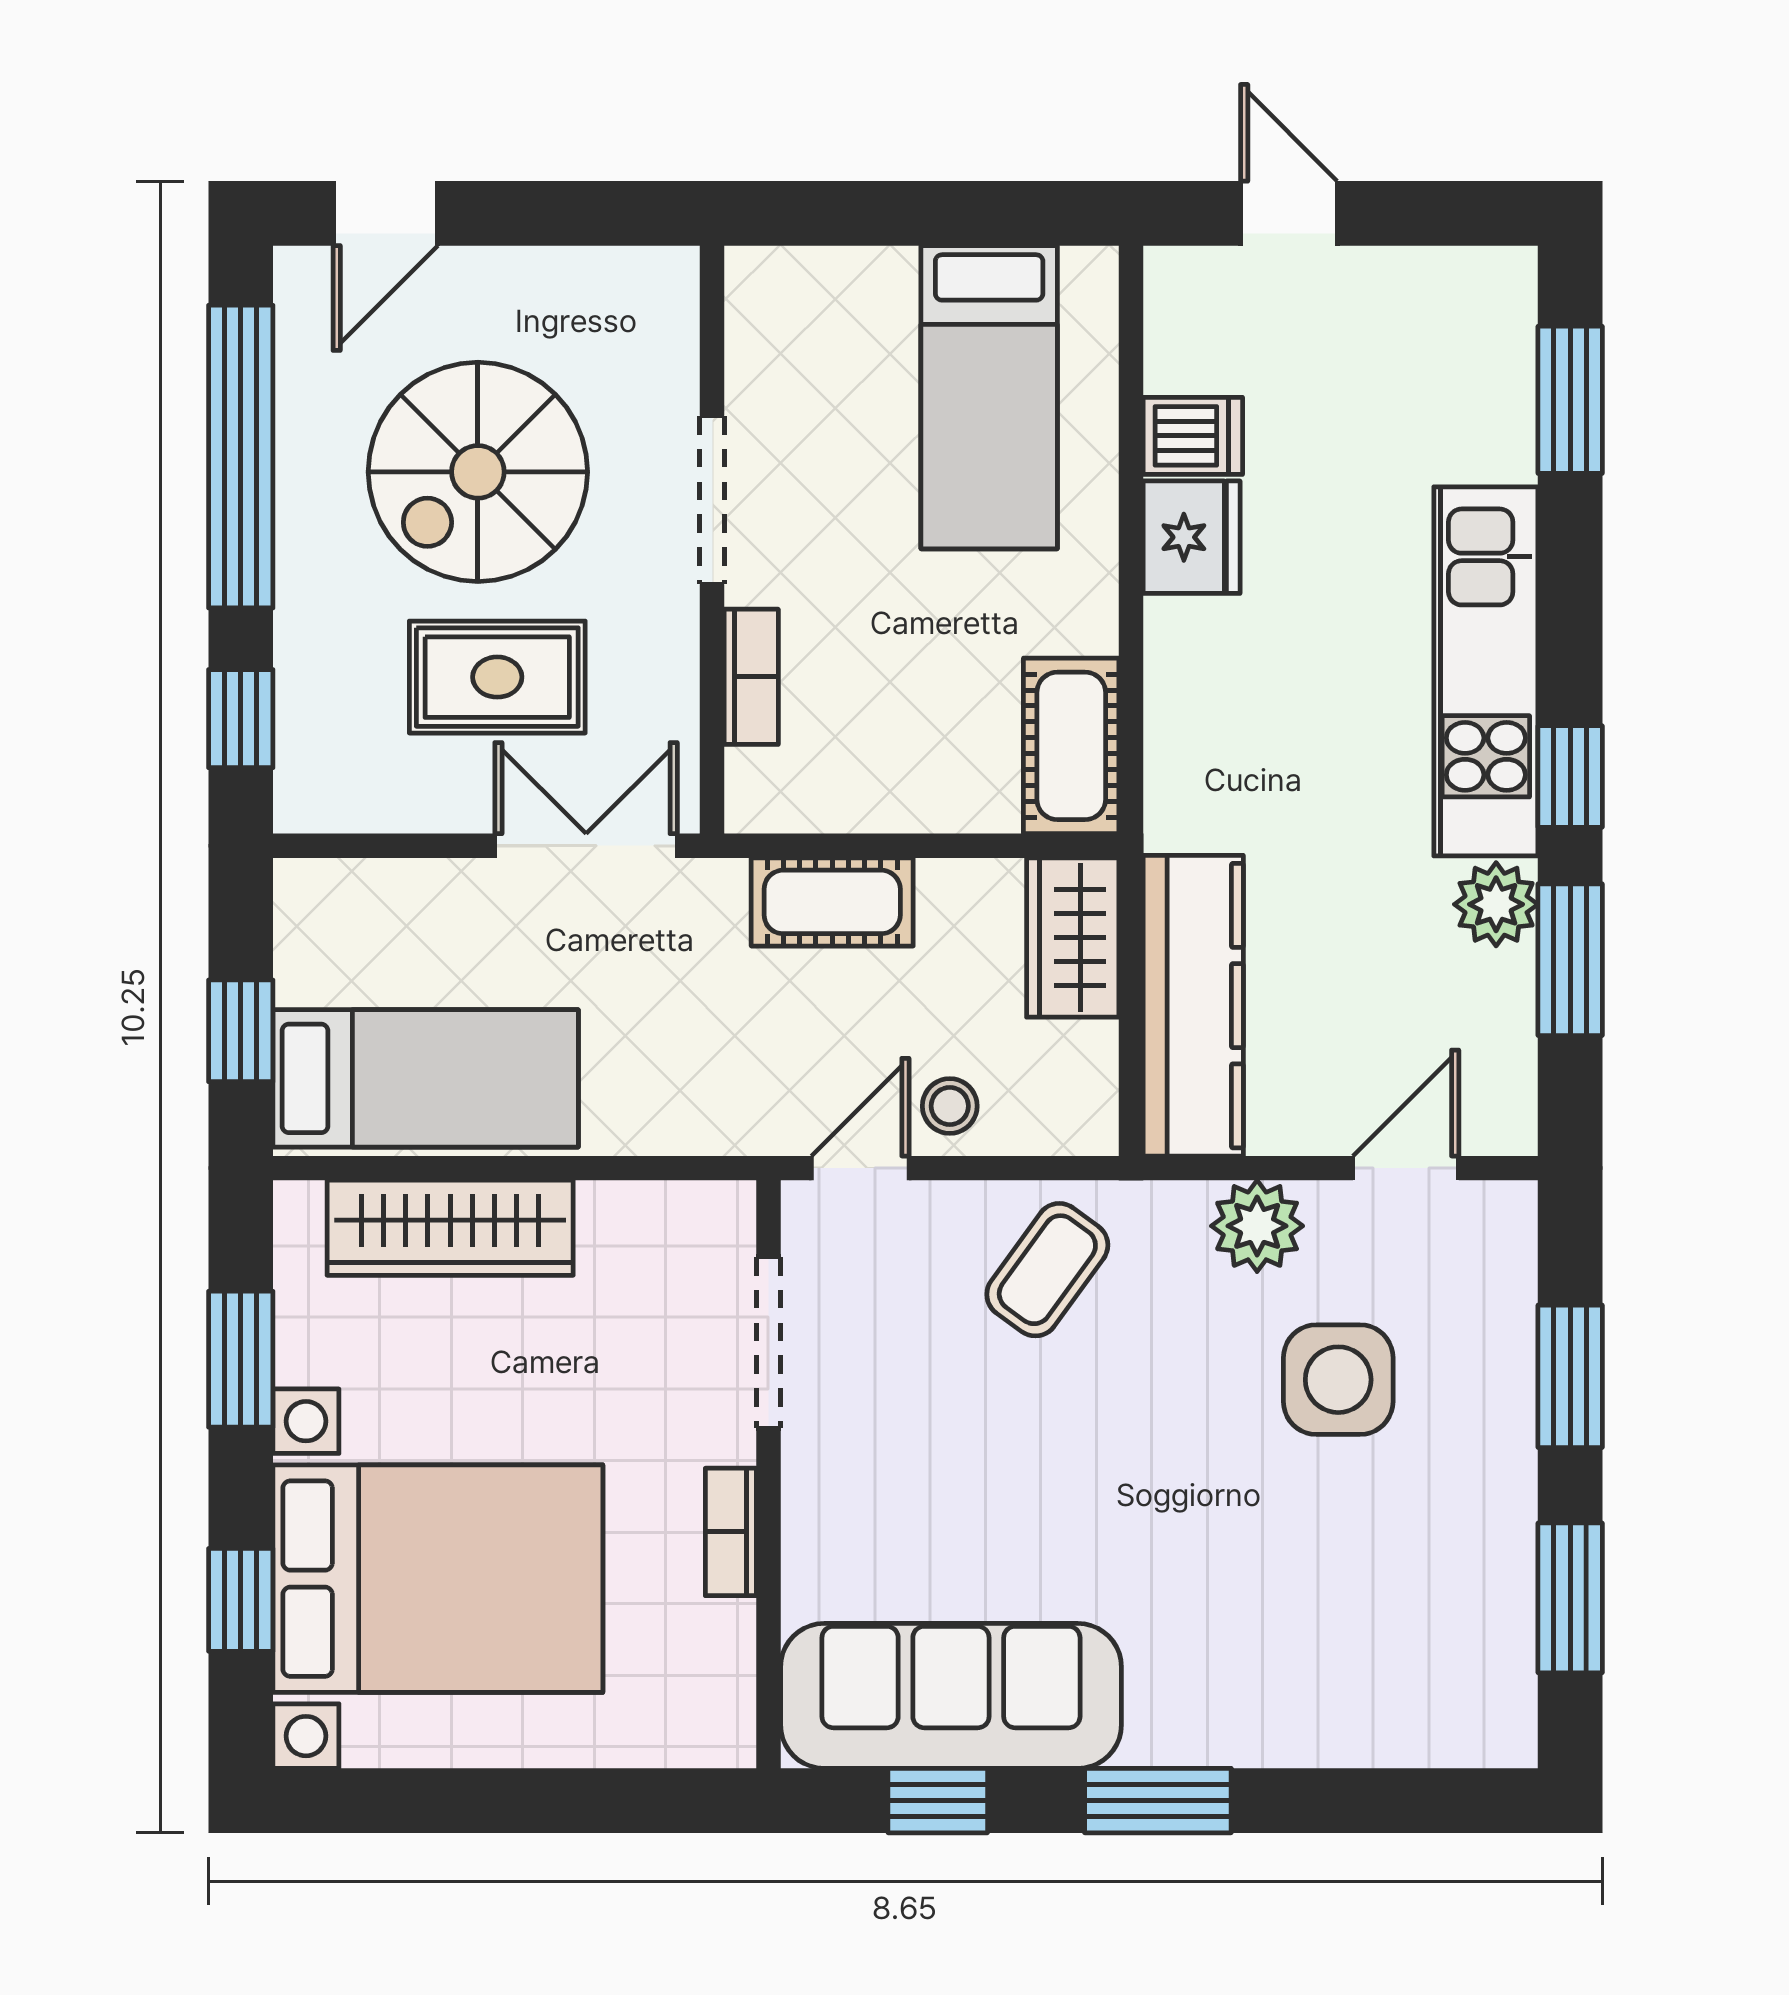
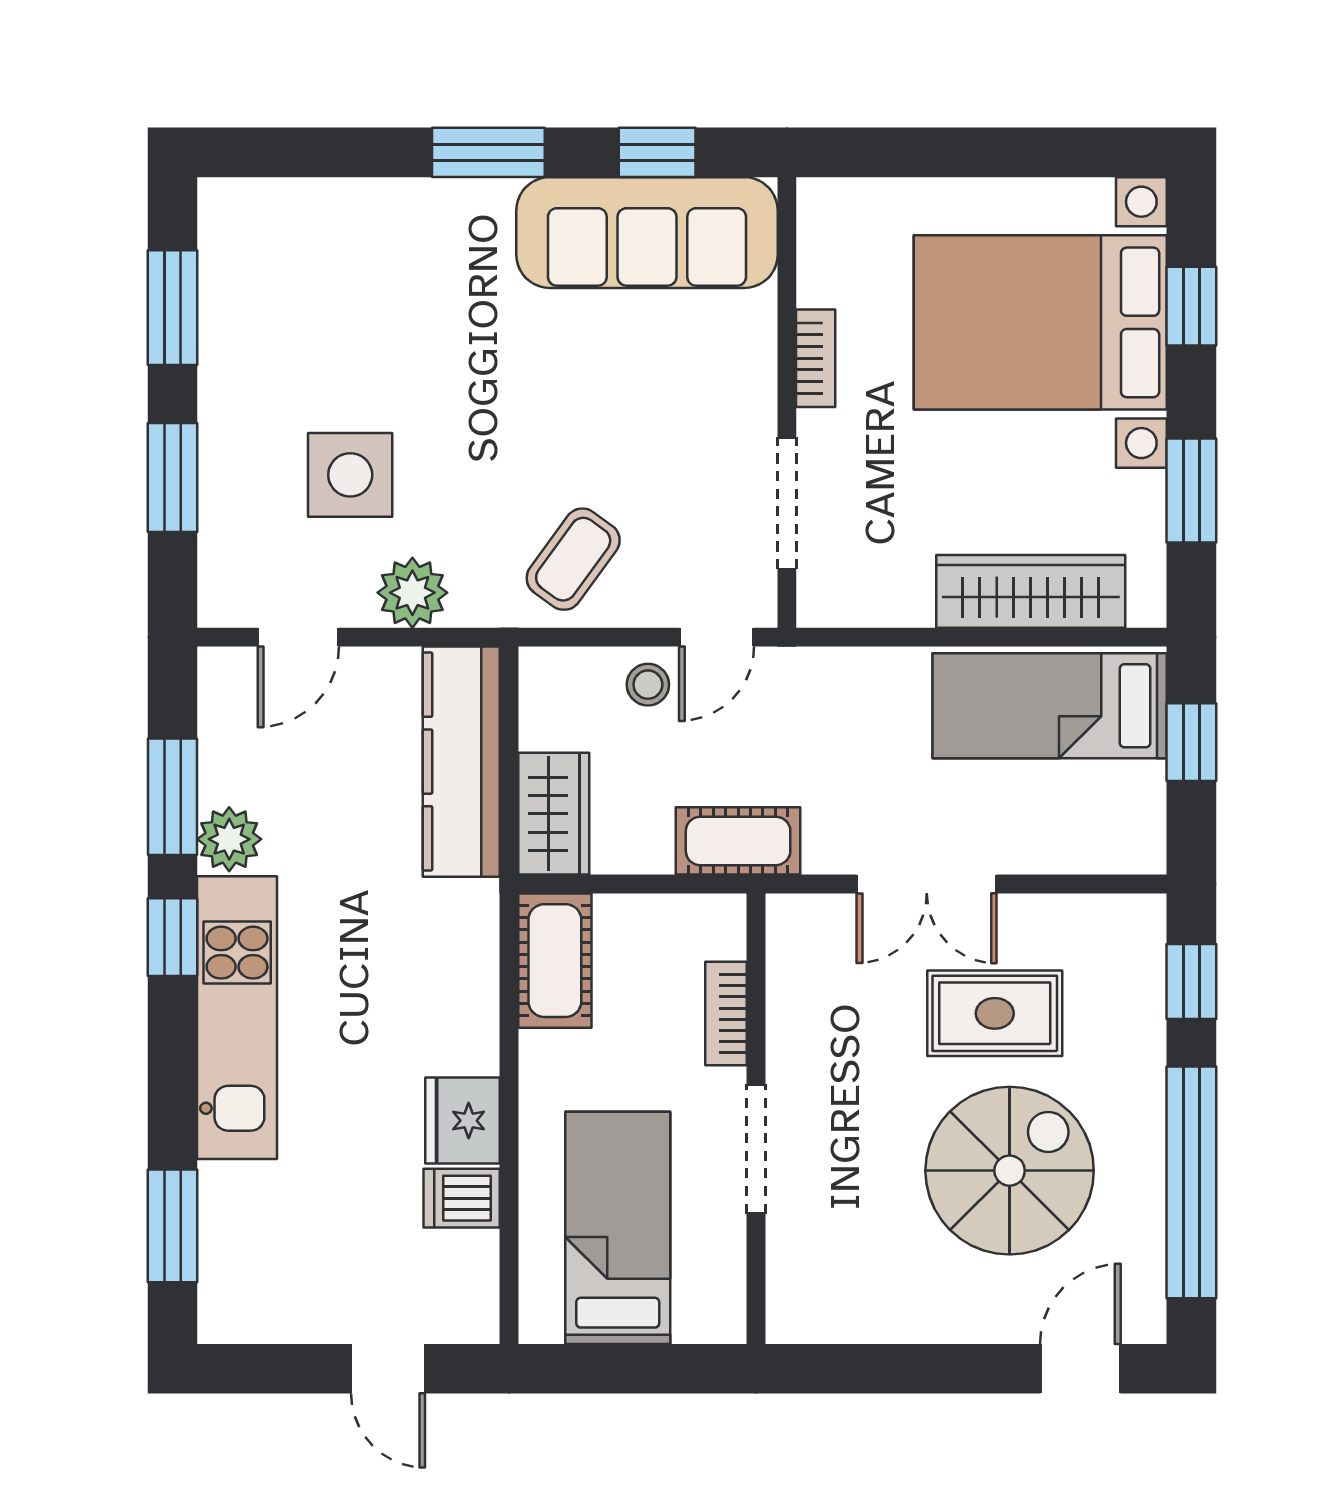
doorway: (712, 500) -> (756, 1149), moved
wall: (712, 540) -> (756, 1119), moved
bookcase: (751, 677) -> (726, 1014), moved

